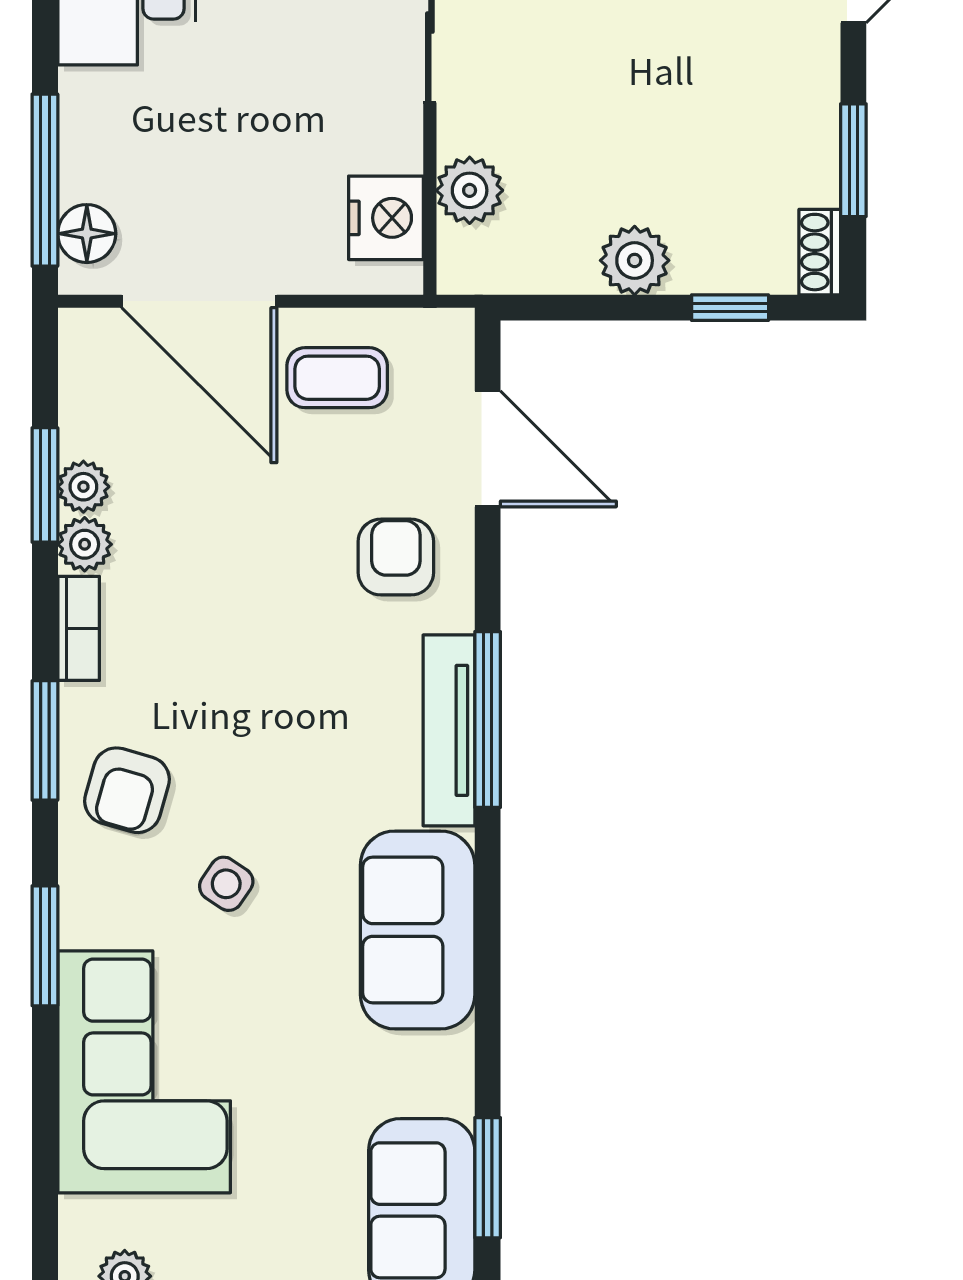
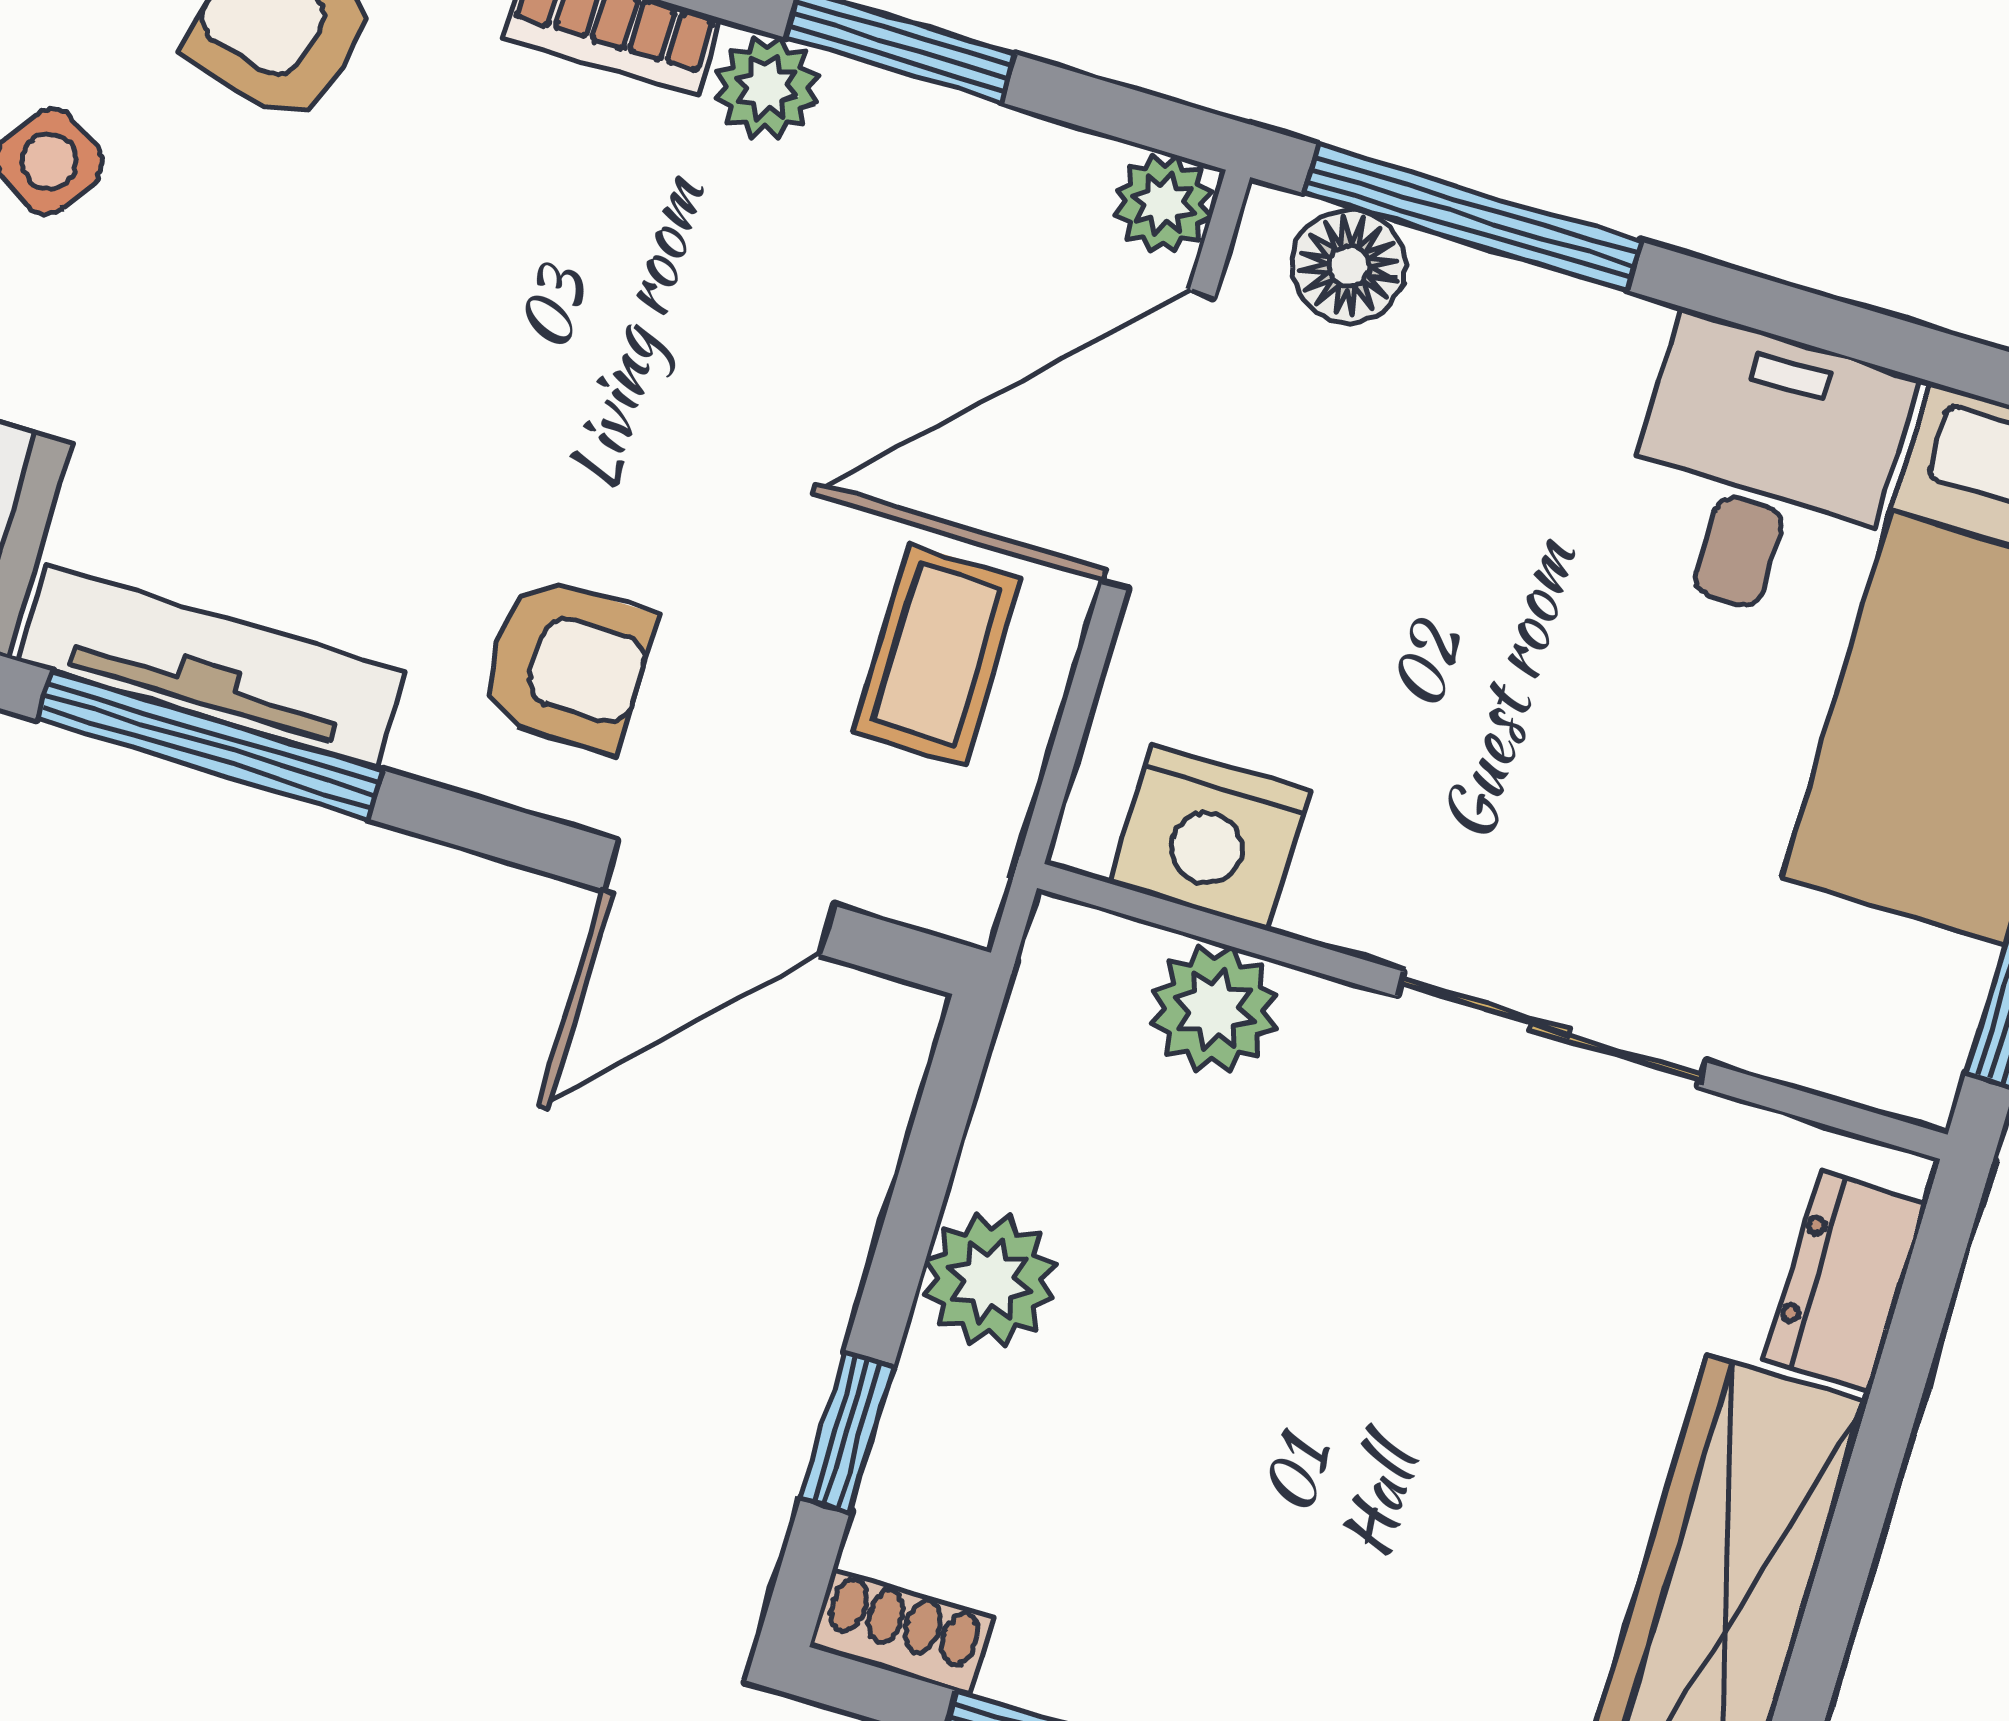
plant: (83, 487) -> (1163, 204), moved

